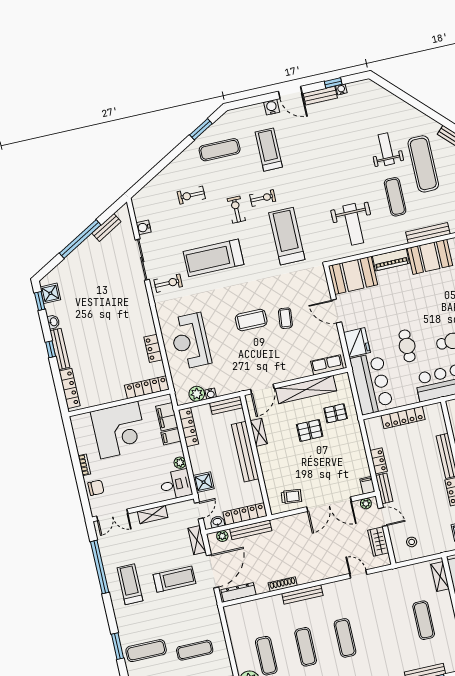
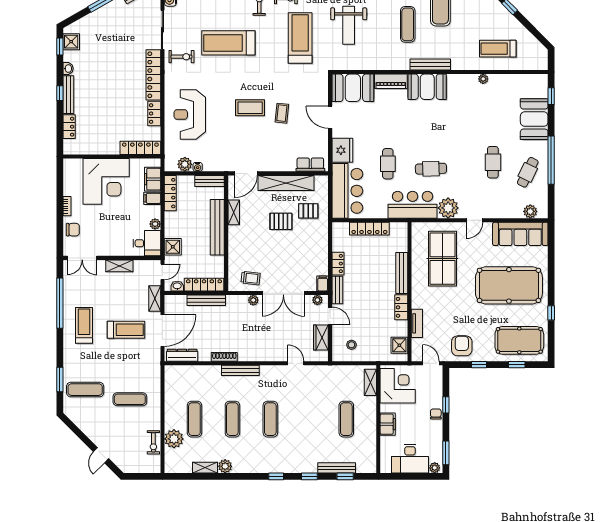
weight bench: (353, 224) -> (349, 25), moved
locker: (143, 308) -> (153, 75), added
locker: (70, 388) -> (69, 127), width x0.66
plant: (222, 536) -> (253, 300), moved

